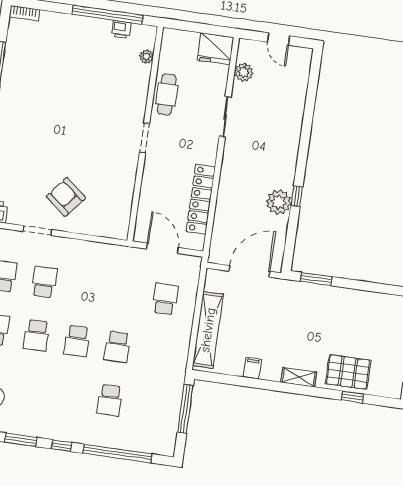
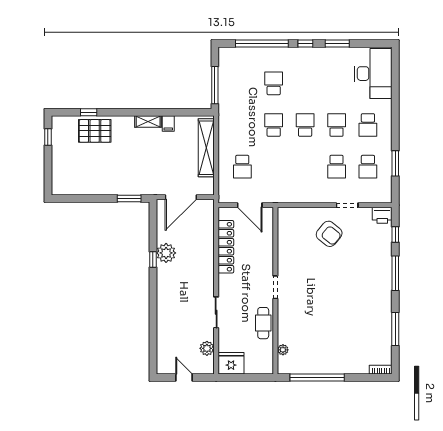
printer: (121, 29) -> (305, 368), removed
shelving: (299, 377) -> (148, 121), moved

